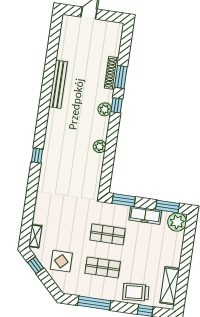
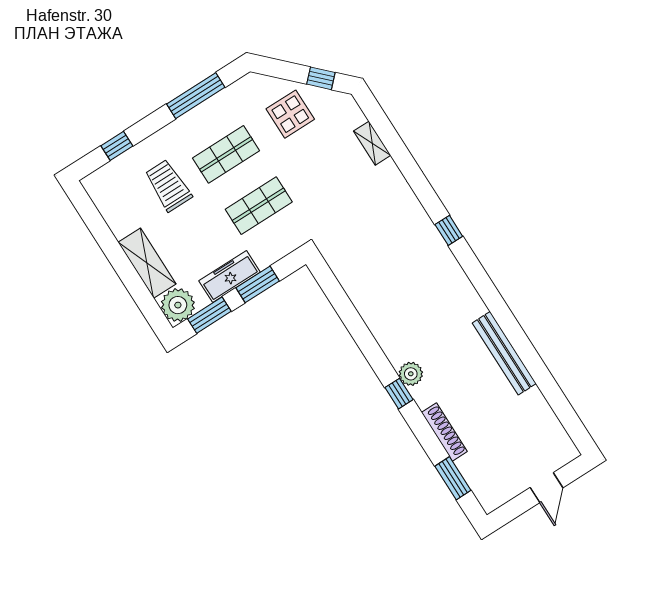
window: (121, 77) -> (453, 478), moved
plant: (100, 147) -> (374, 317), removed
window: (124, 200) -> (258, 284), moved
shelving: (35, 236) -> (372, 143), moved
shelving: (170, 286) -> (147, 263), moved
trolley: (136, 292) -> (168, 186), moved, turned -86

